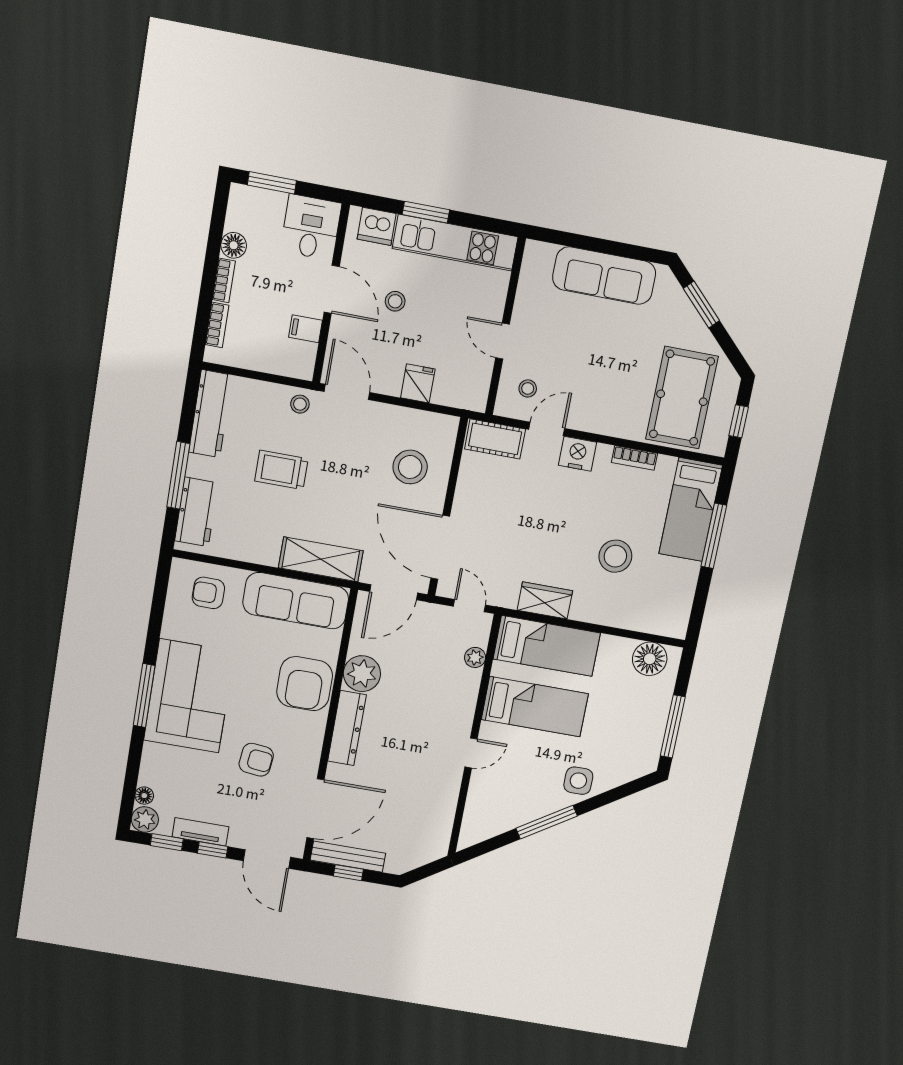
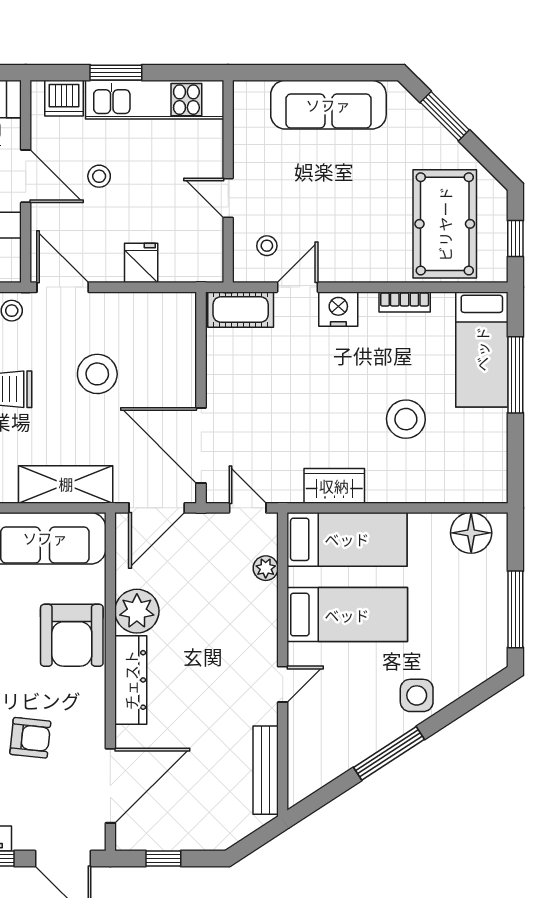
stool: (410, 467) -> (97, 374), moved
bench: (348, 857) -> (266, 770), moved, turned 90

